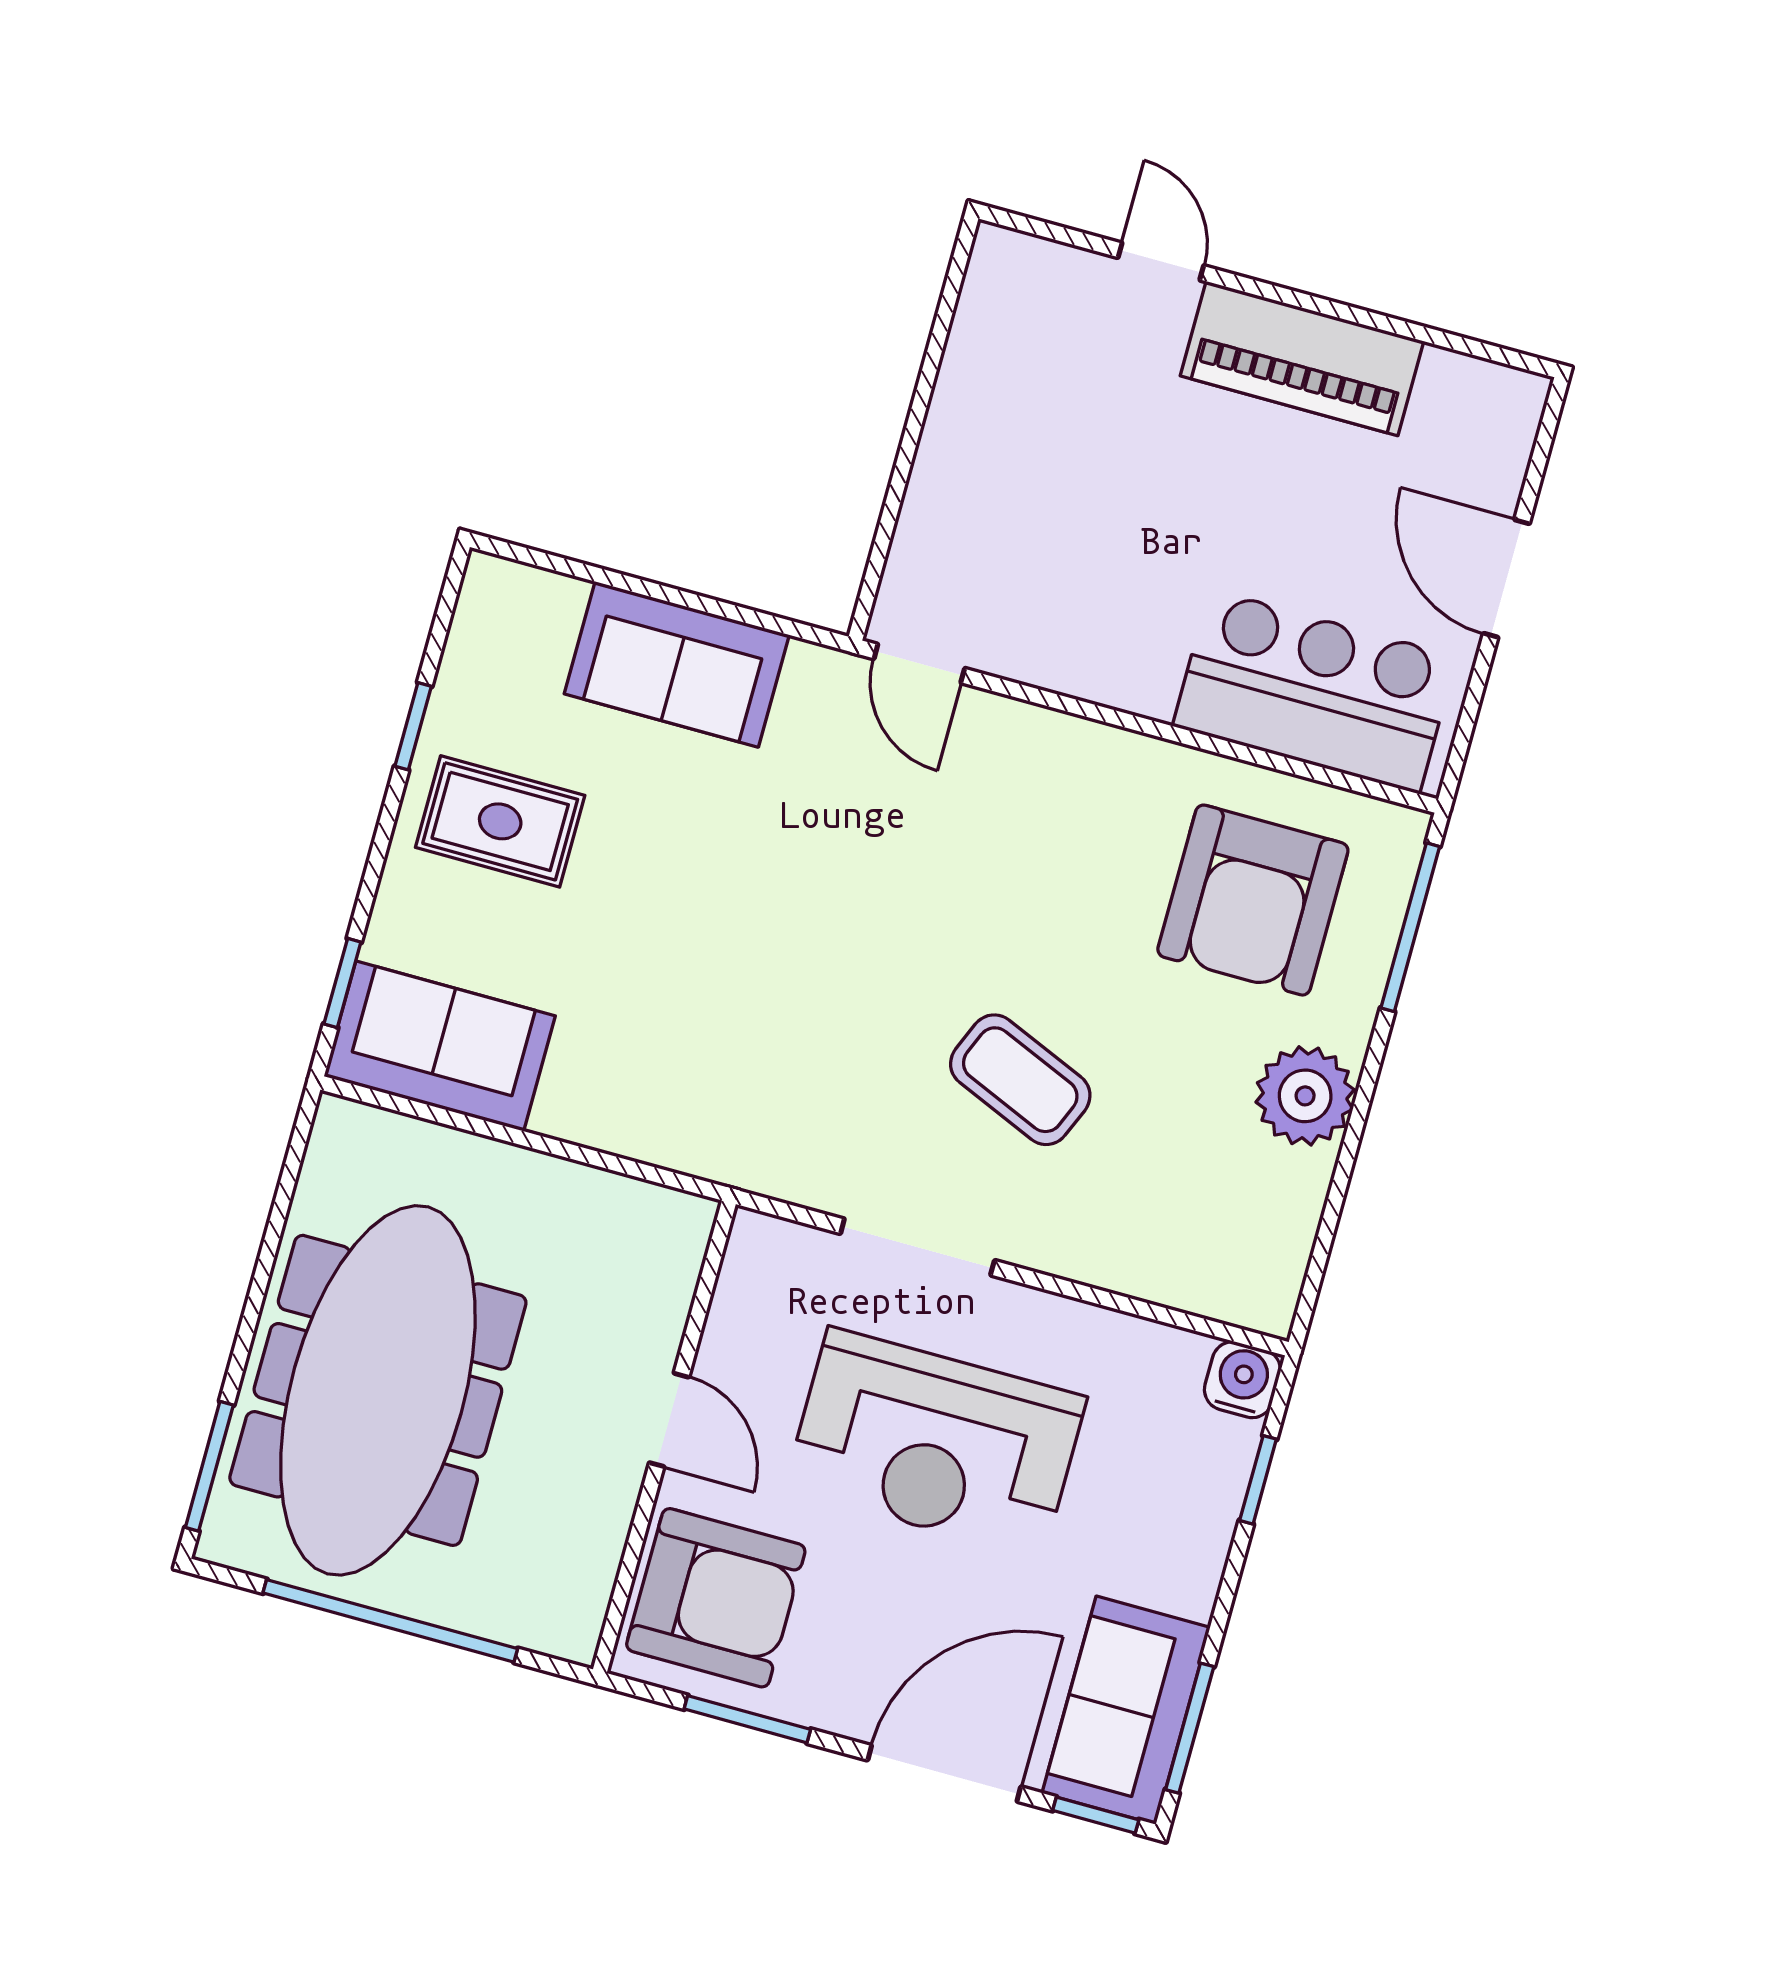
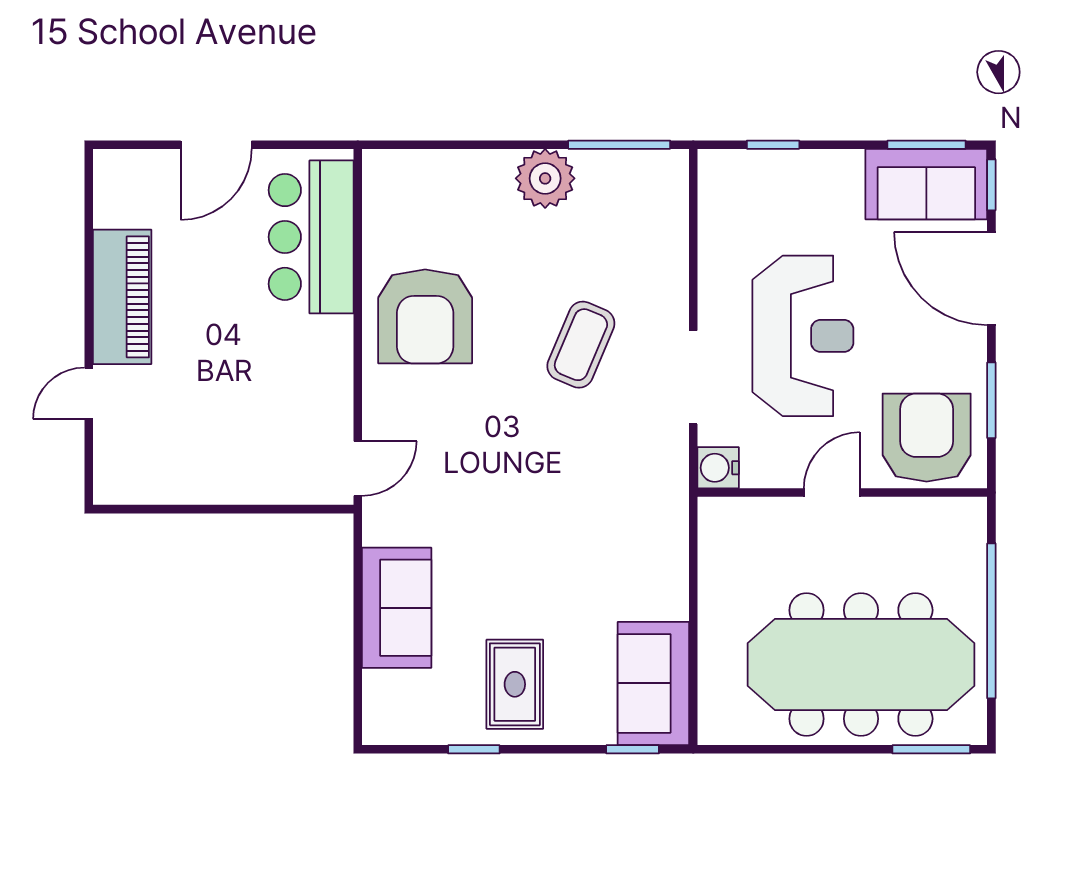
armchair: (1253, 900) -> (425, 316), moved, turned 90
window: (1410, 927) -> (619, 145), moved
water cooler: (1242, 1380) -> (718, 468), moved

